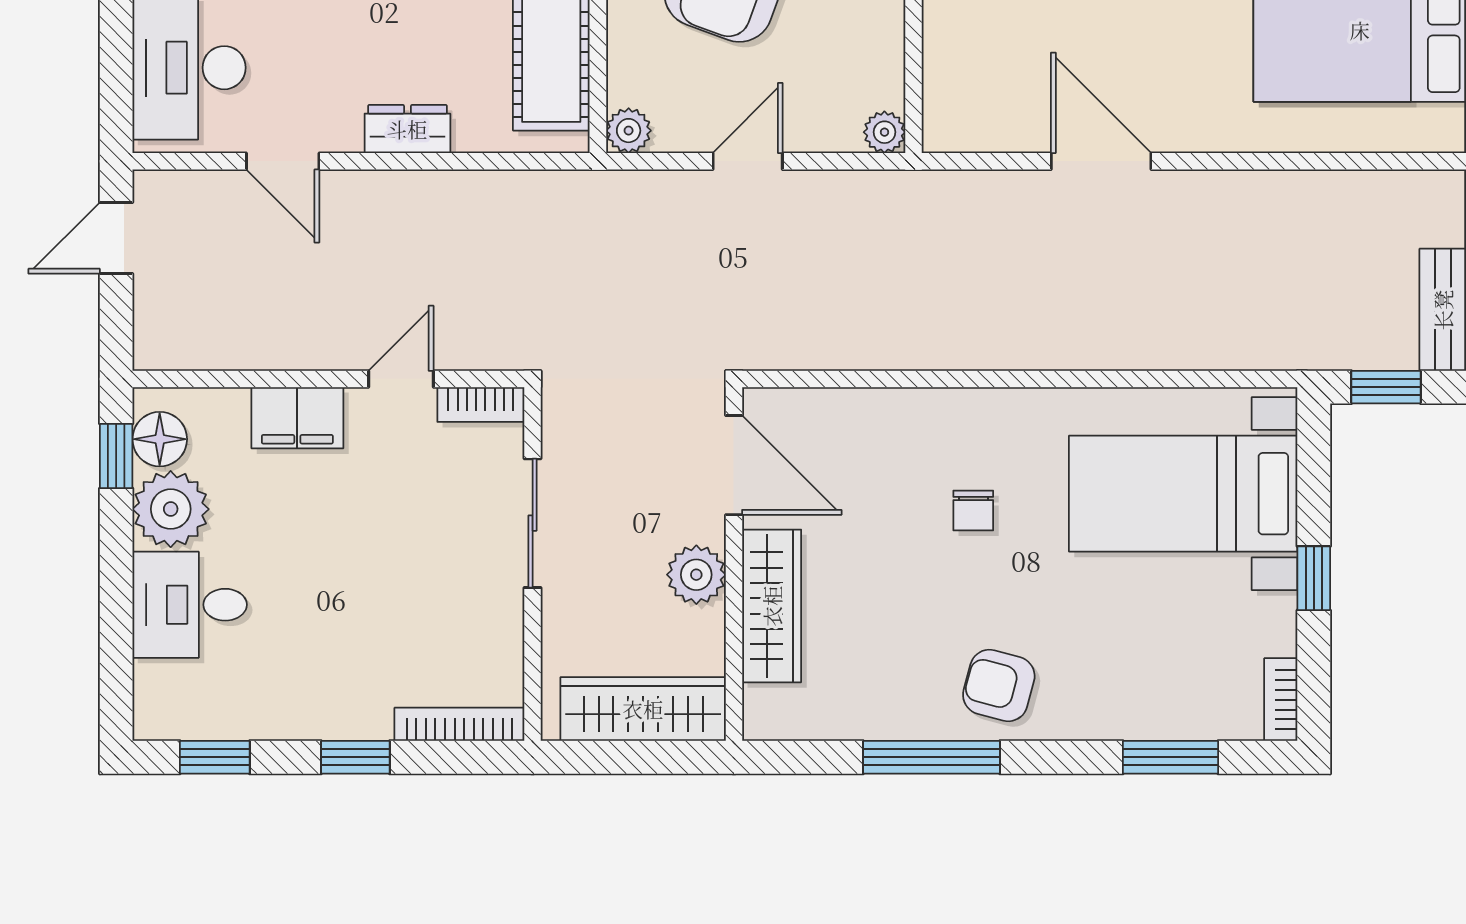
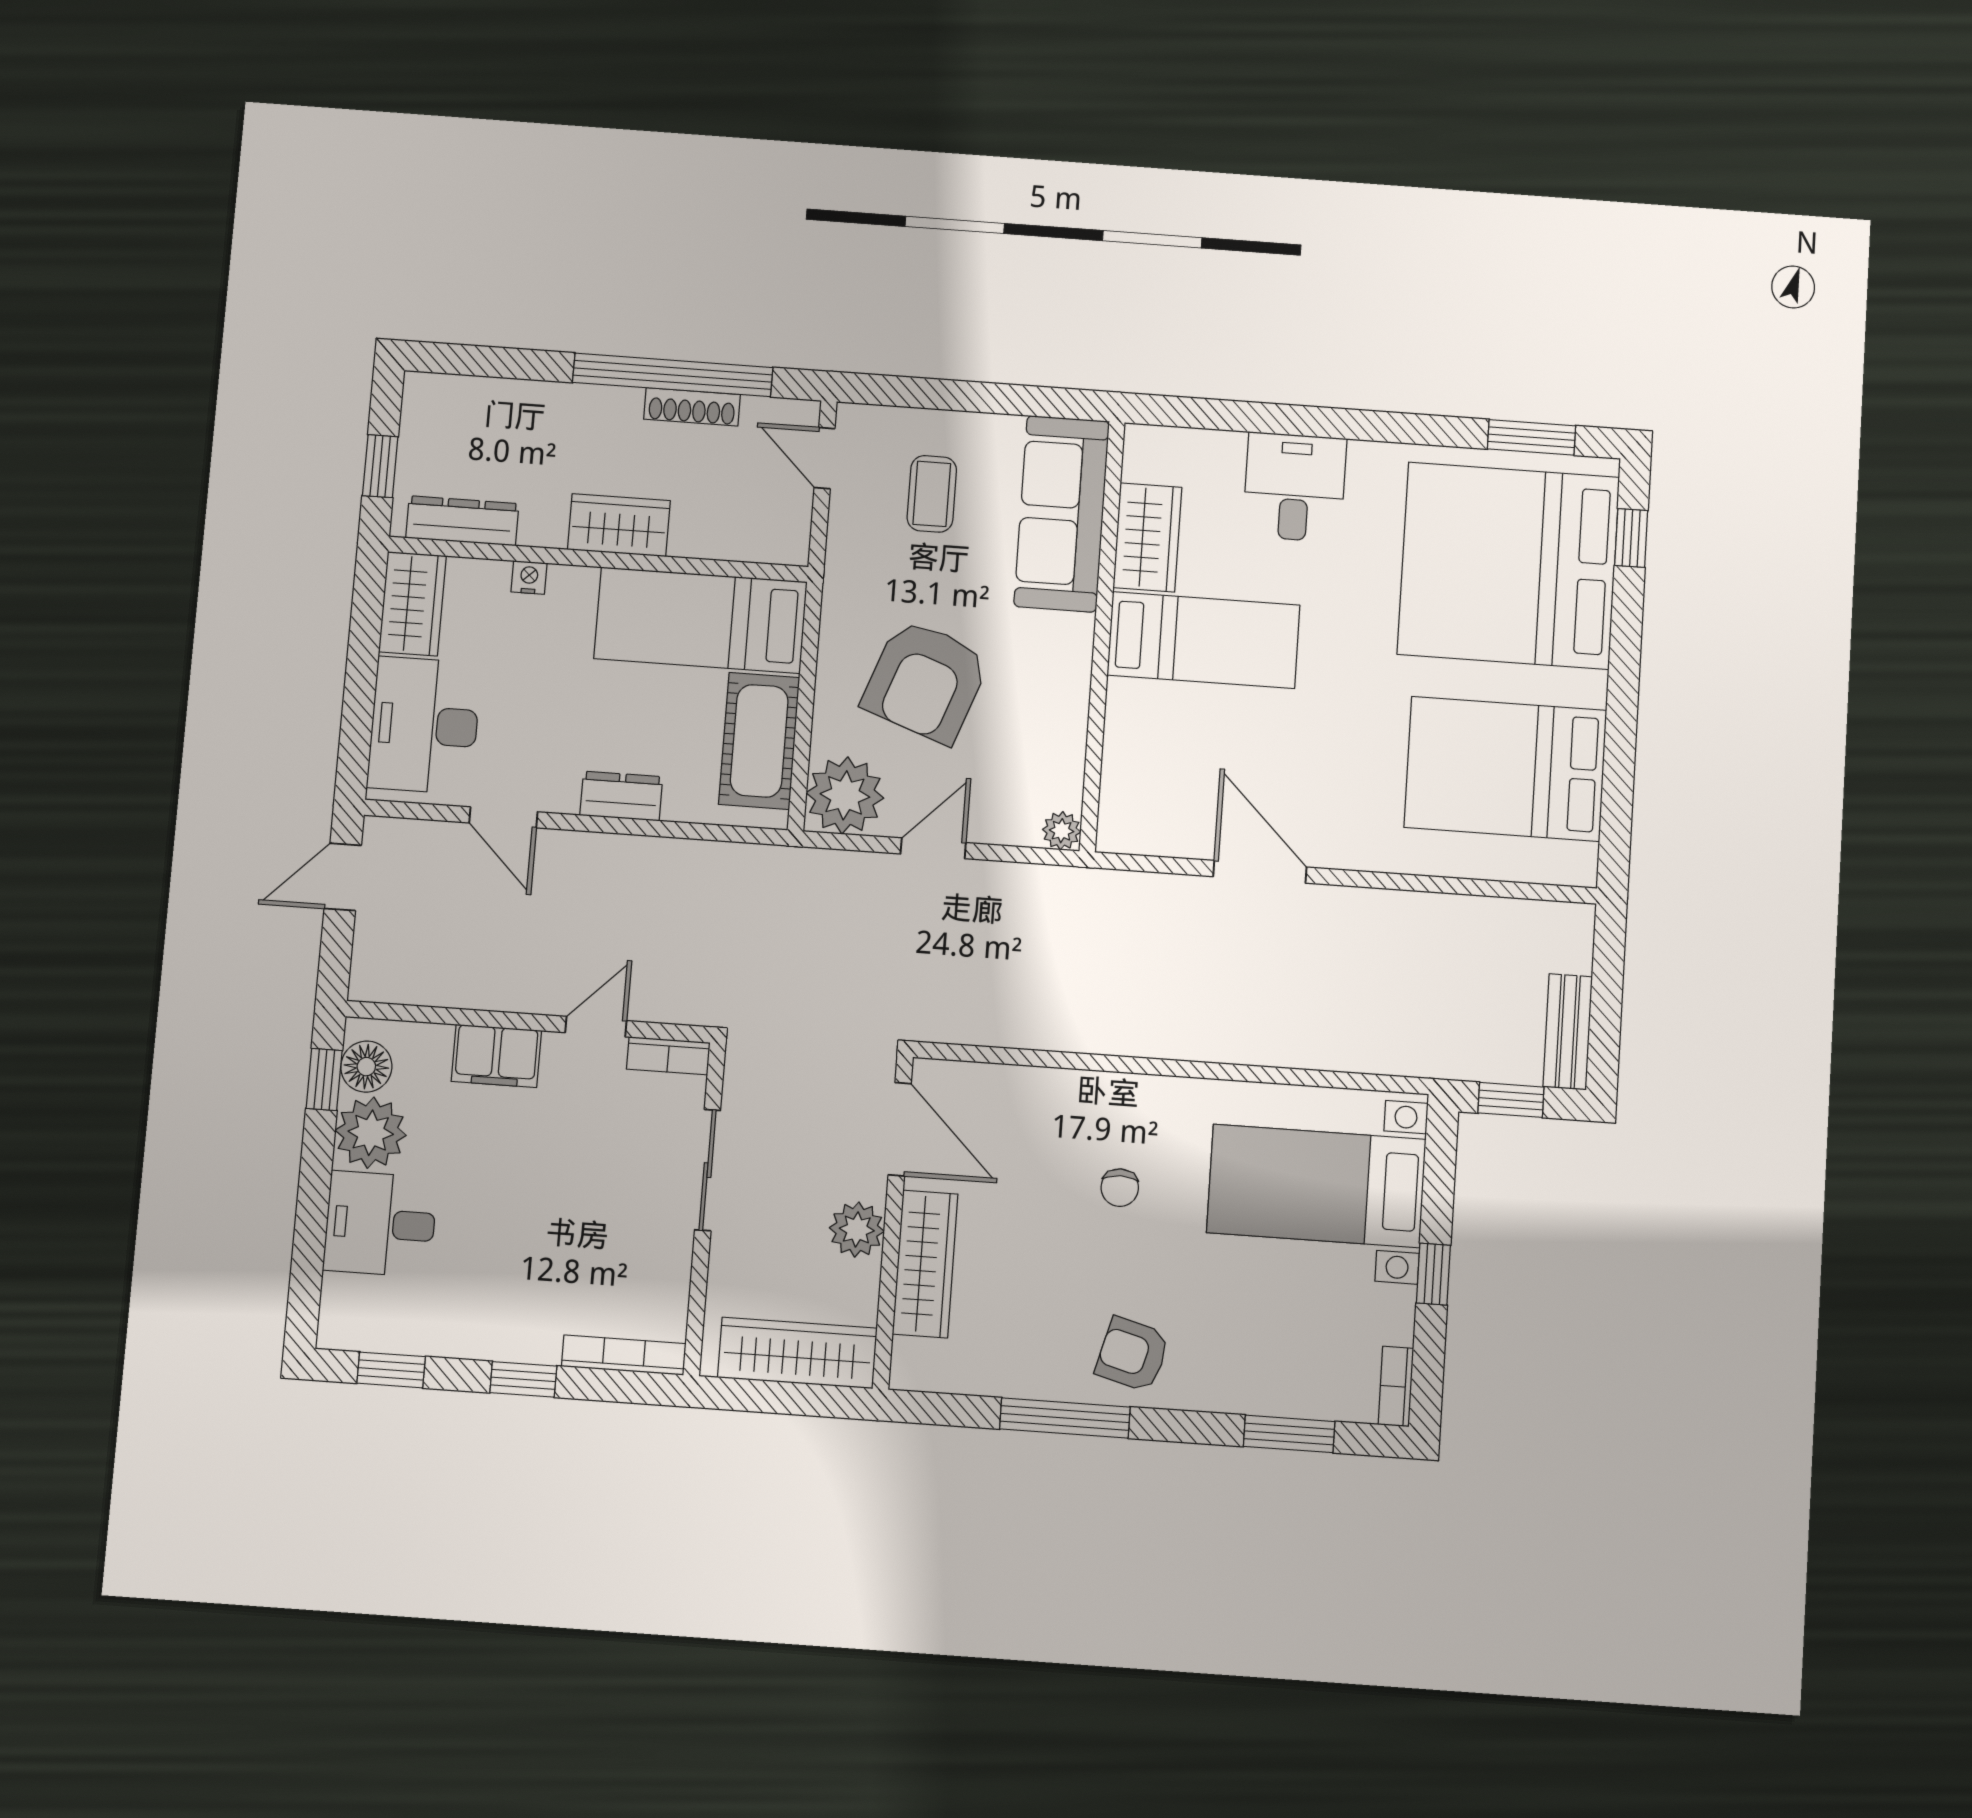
plant: (629, 131) -> (845, 795), width x1.87, depth x1.87

